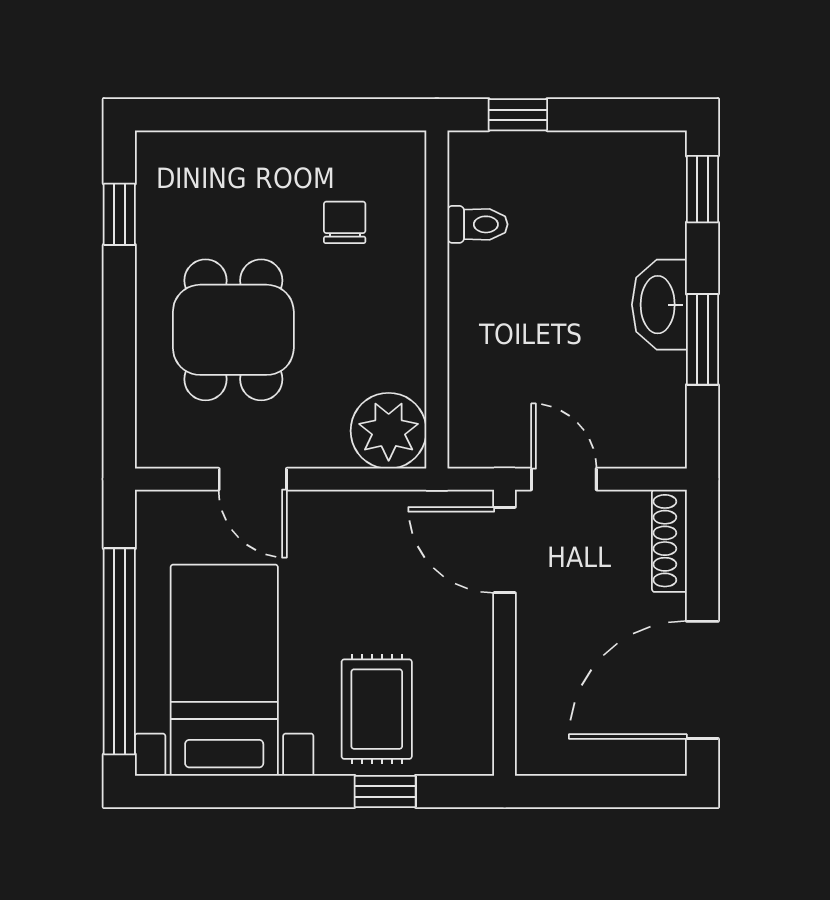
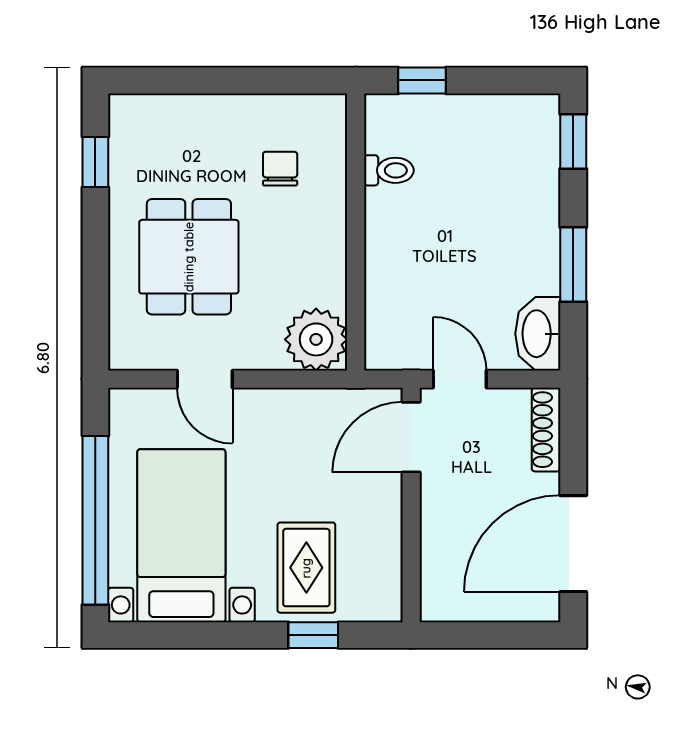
washbasin: (659, 305) -> (538, 334), moved
door: (505, 550) -> (411, 437), hinge flipped

